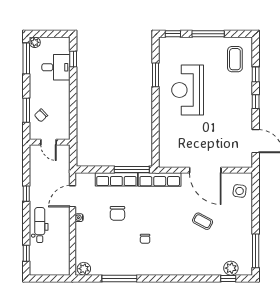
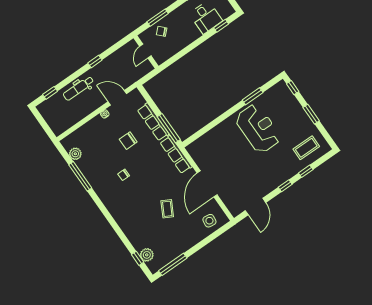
window: (208, 34) -> (311, 114), width x0.69
reception desk: (188, 90) -> (258, 128), turned 90
dental chair: (40, 225) -> (78, 88), turned 180
plant: (84, 269) -> (75, 154), moved

